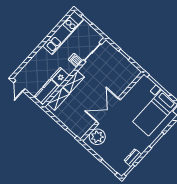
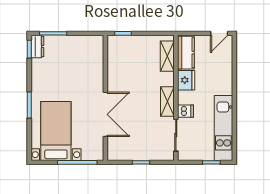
shelving: (74, 82) -> (167, 101), moved
door: (19, 86) -> (219, 33), swing flipped
double door: (108, 111) -> (105, 114), moved
plant: (97, 137) -> (93, 53), removed
dresser: (133, 158) -> (37, 47), moved

